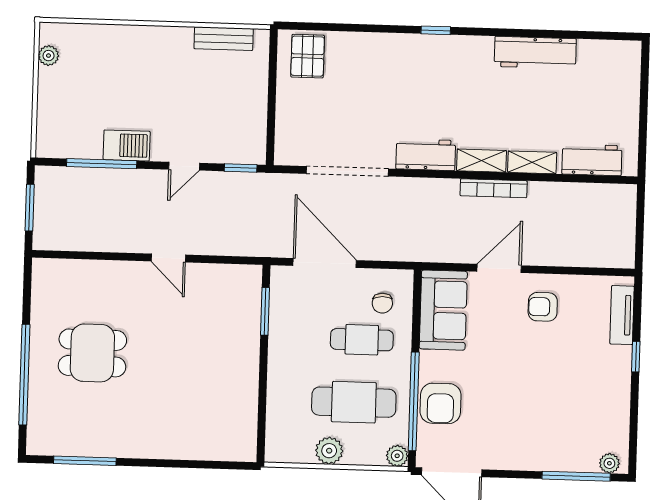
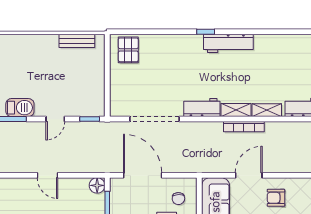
workbench: (535, 53) -> (228, 43), moved
floor lamp: (249, 277) -> (97, 185), added

